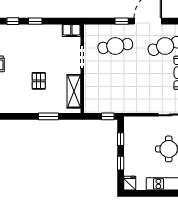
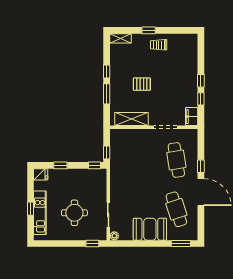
window: (13, 21) -> (201, 99), moved
window: (26, 116) -> (107, 71), added
window: (121, 139) -> (95, 165), moved
window: (164, 193) -> (31, 209), added

